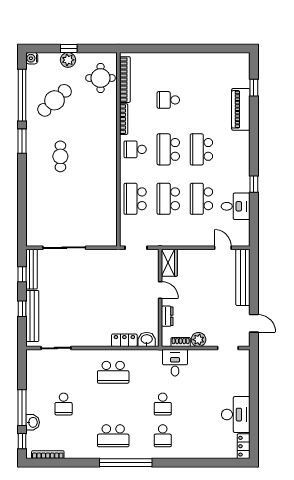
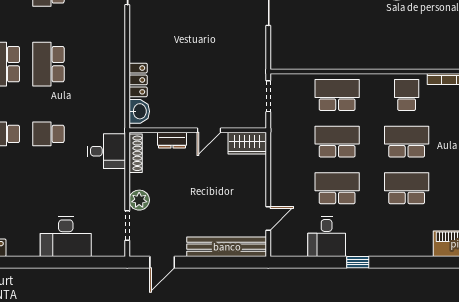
plant: (198, 340) -> (139, 200), moved
shoe rack: (181, 342) -> (136, 153), width x1.43
school desk: (113, 372) -> (48, 64), moved
desk: (236, 415) -> (66, 237), moved

